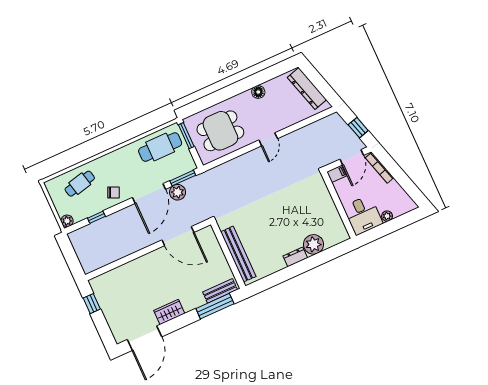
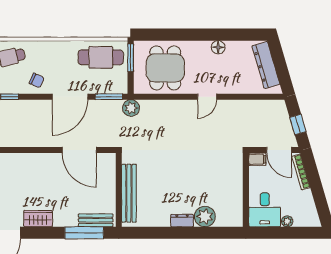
dining table: (220, 131) -> (165, 68), turned 90
door: (352, 157) -> (279, 150), hinge flipped
plant: (178, 192) -> (131, 108), moved

